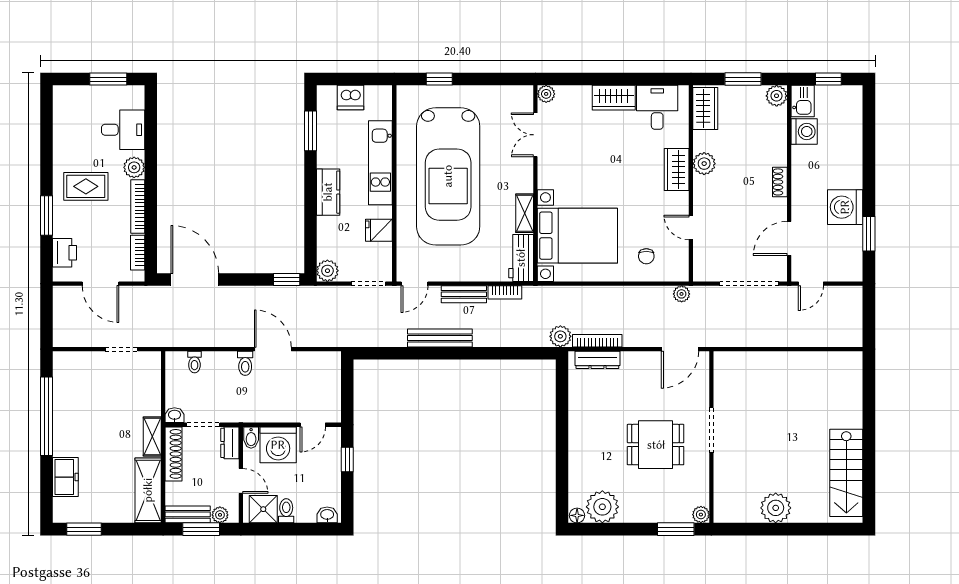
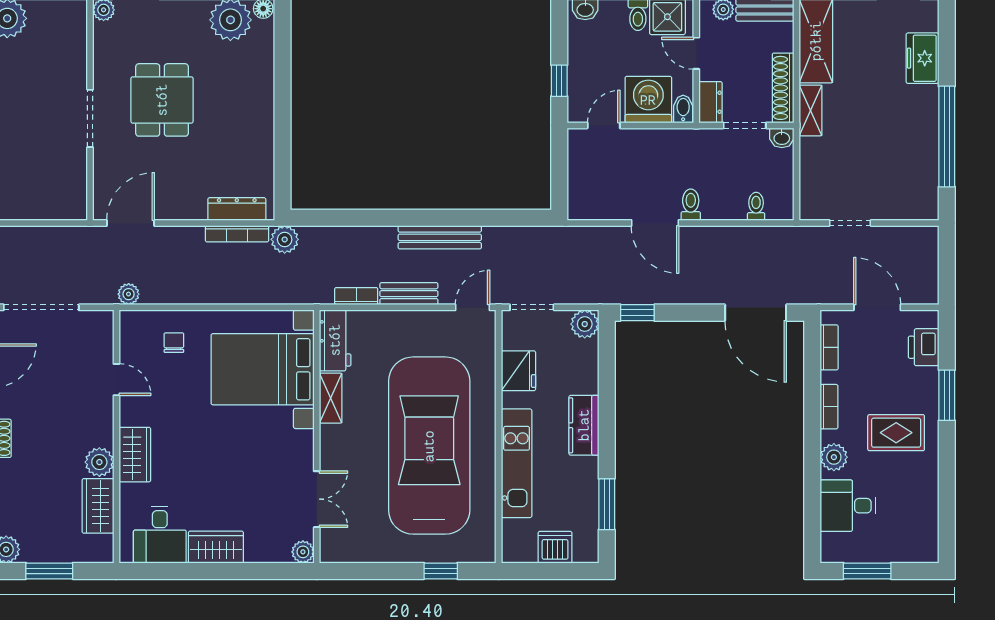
wardrobe: (705, 109) -> (98, 506), moved
bookcase: (138, 207) -> (829, 407), width x0.64
fridge: (379, 230) -> (518, 371), width x1.38
dining table: (656, 445) -> (162, 100), turned 90

